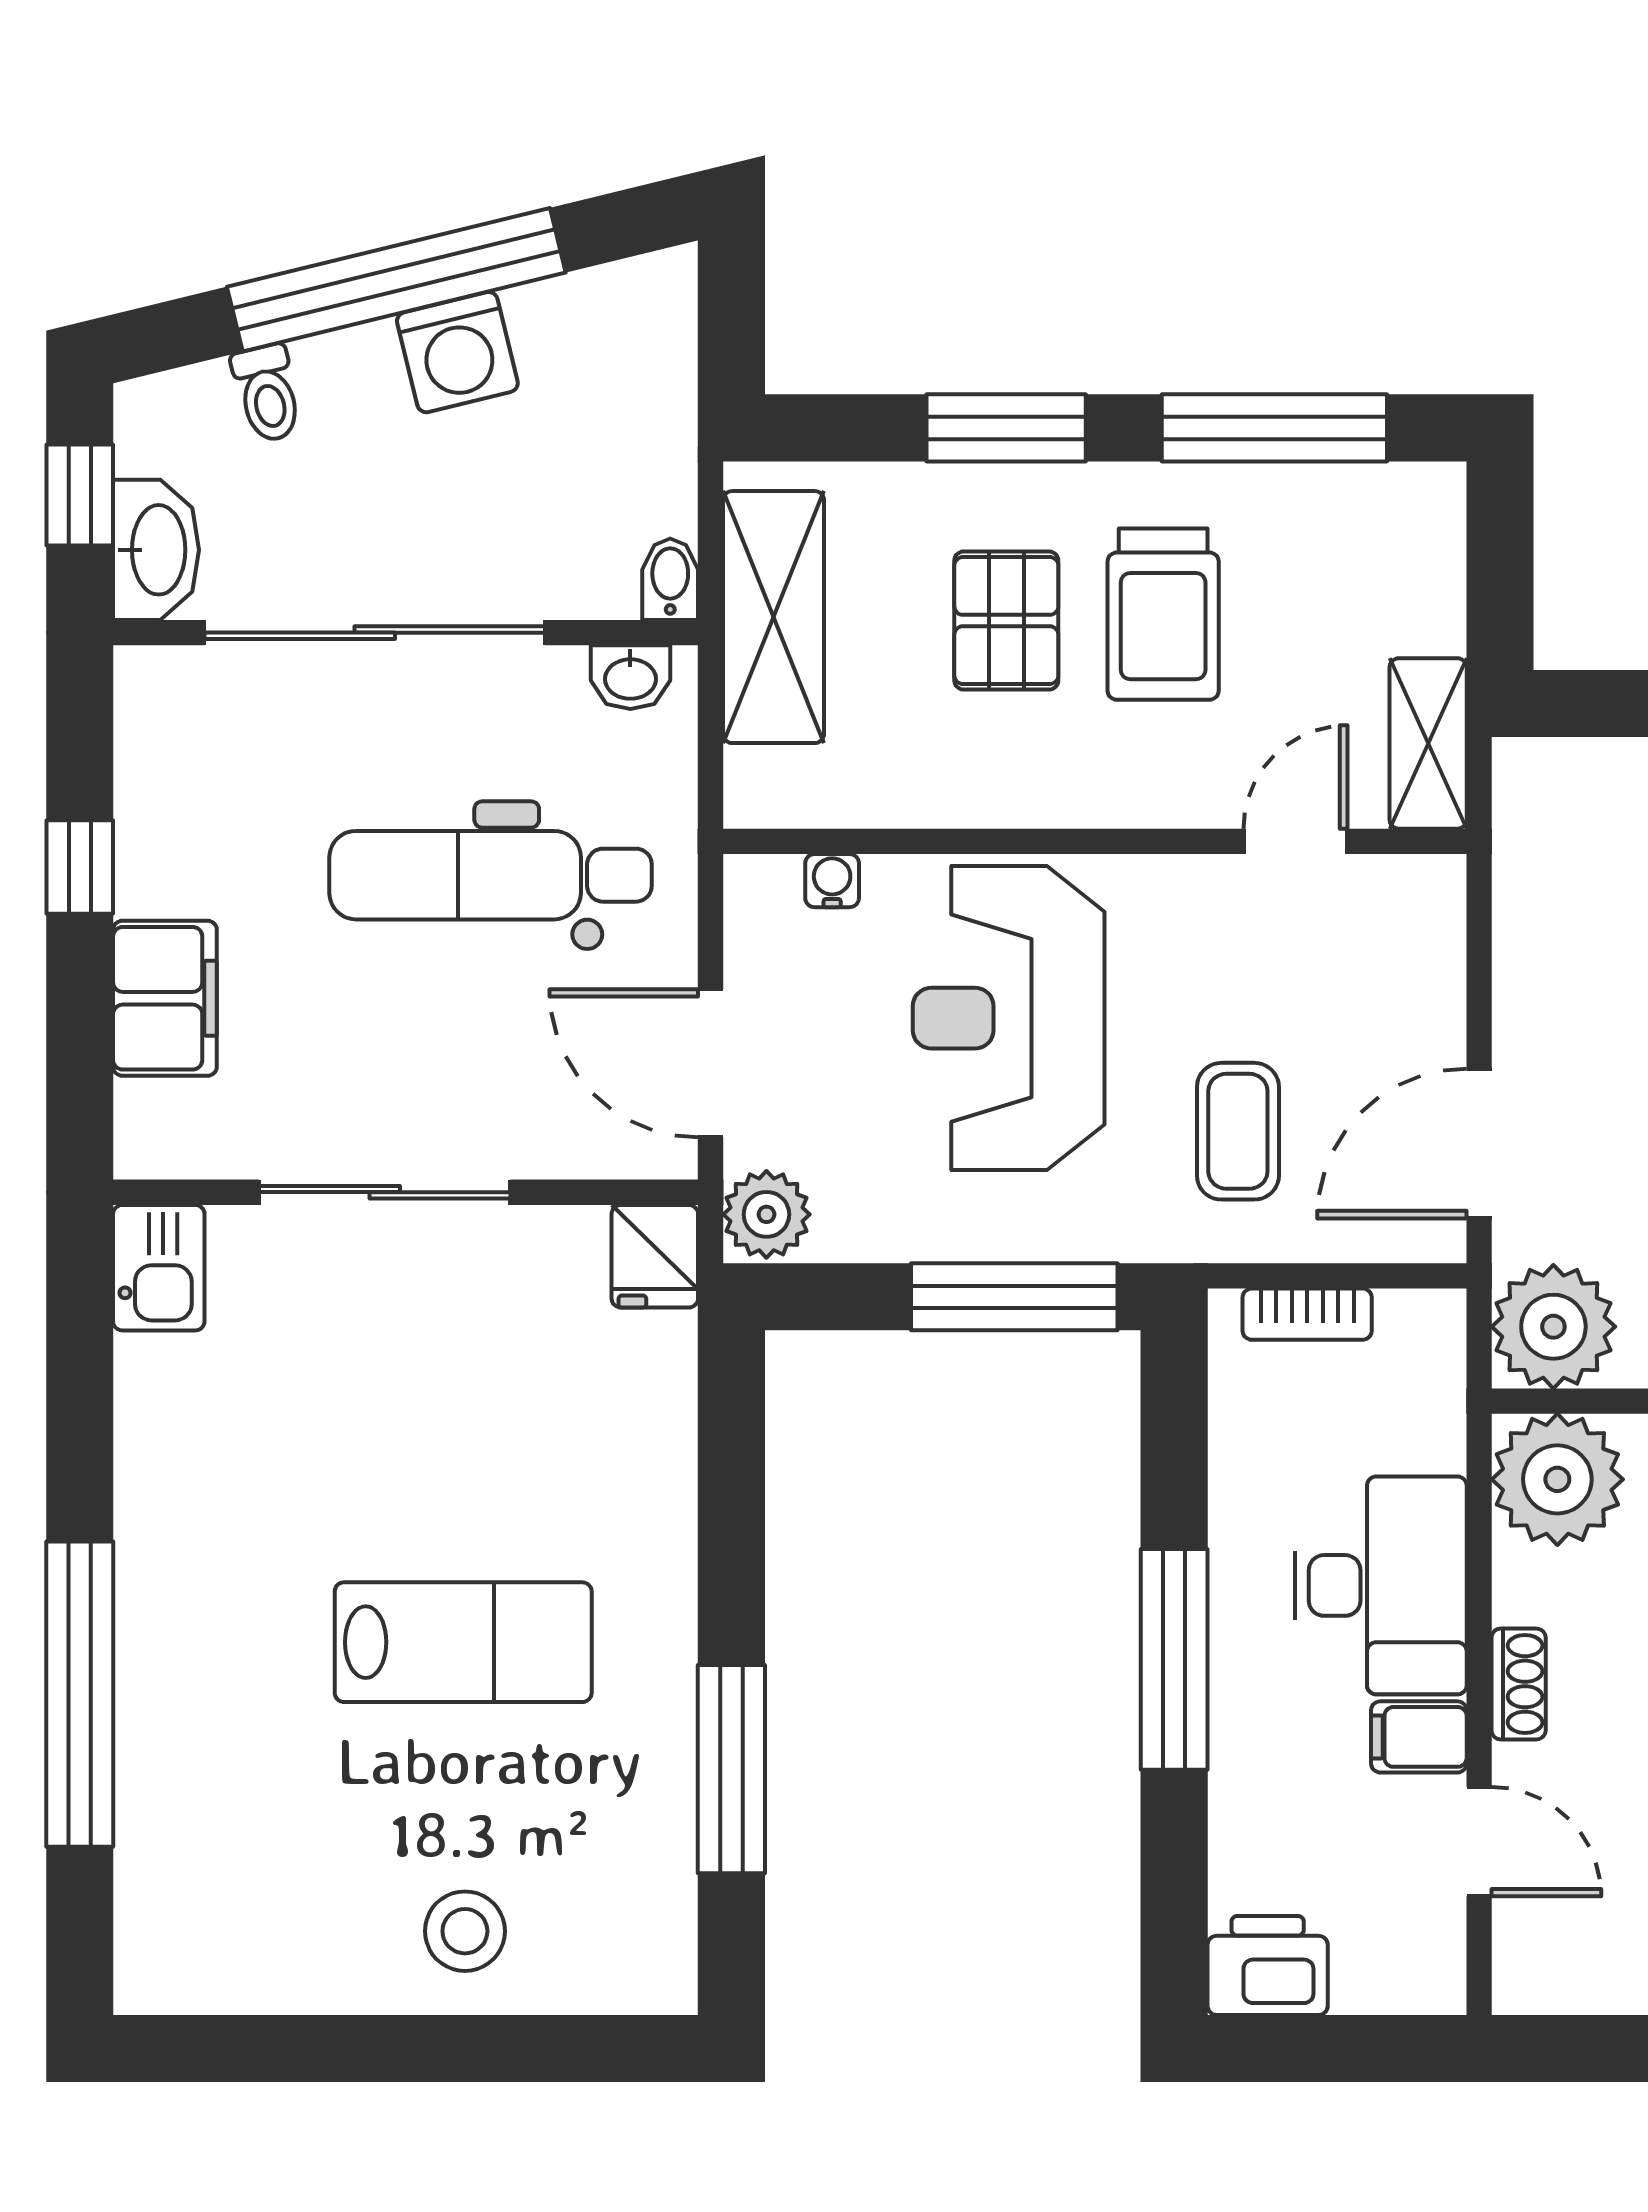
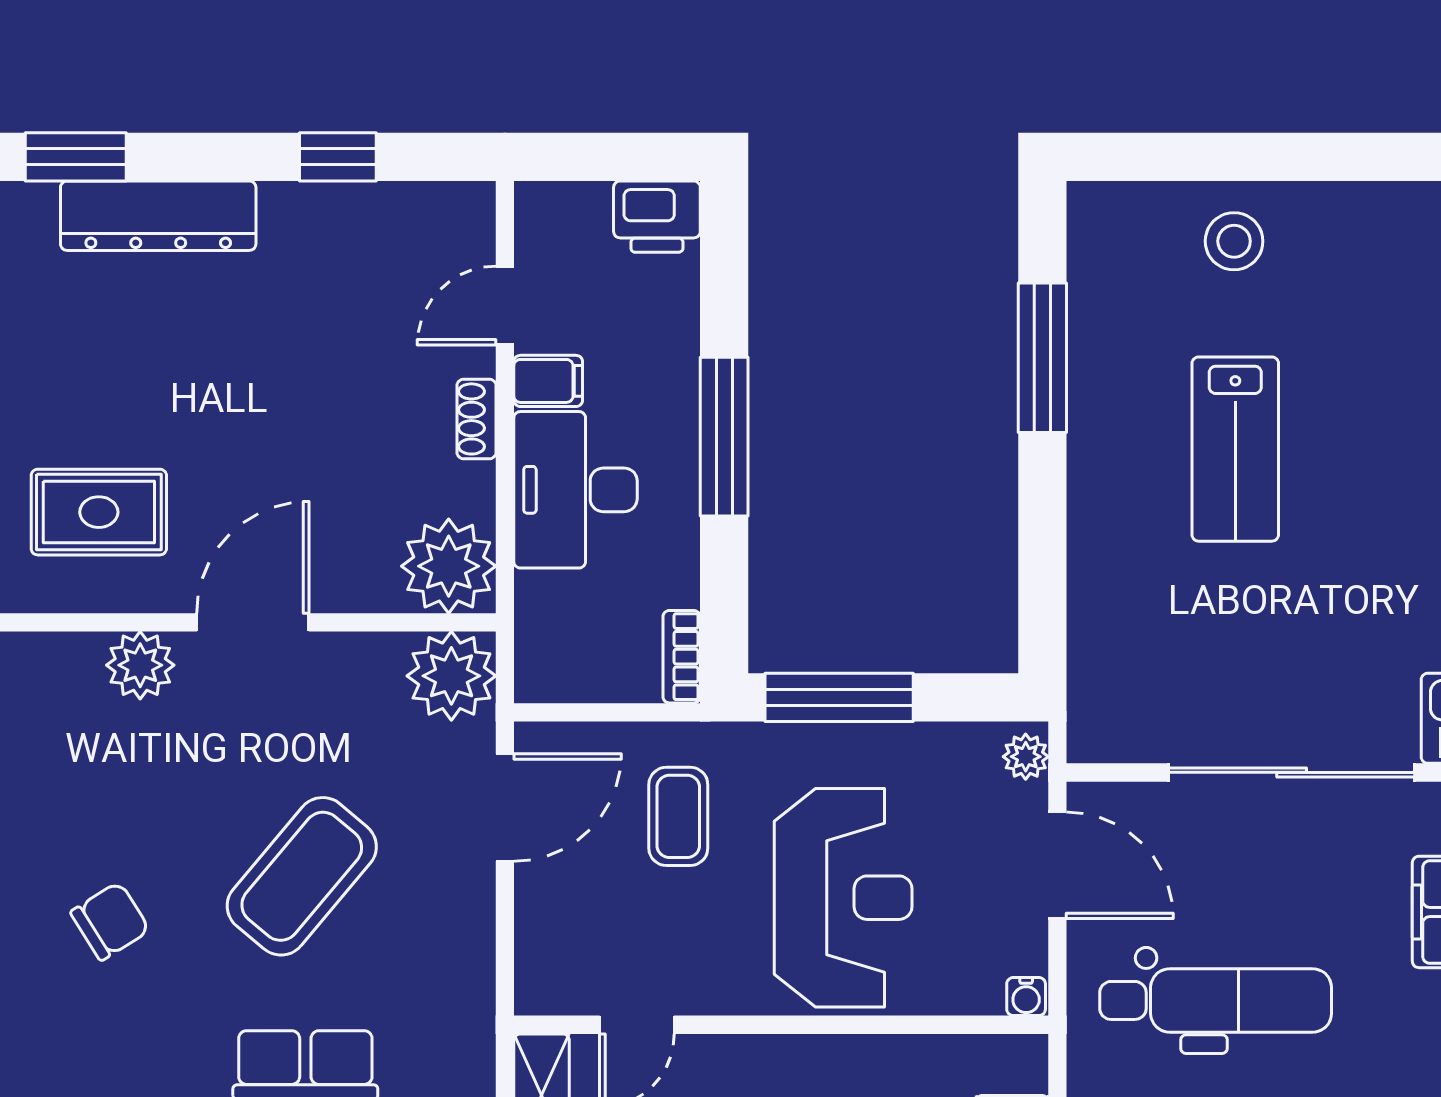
water cooler: (832, 881) -> (1026, 997), moved
sliding door: (385, 1192) -> (1292, 772), width x1.36
plant: (766, 1214) -> (1026, 757), width x0.73, depth x0.73
fridge: (655, 1256) -> (1098, 727), removed
bookcase: (1307, 1314) -> (682, 657), moved, turned -90
lab bench: (463, 1642) -> (1235, 449), turned -90
door: (1479, 1842) -> (505, 306), hinge flipped

